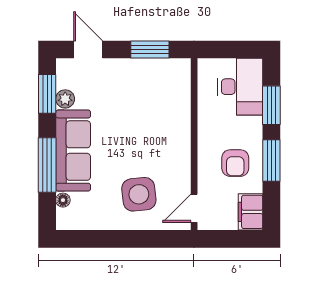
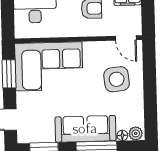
plant: (65, 99) -> (136, 133), moved
corner sofa: (159, 103) -> (49, 66), added

